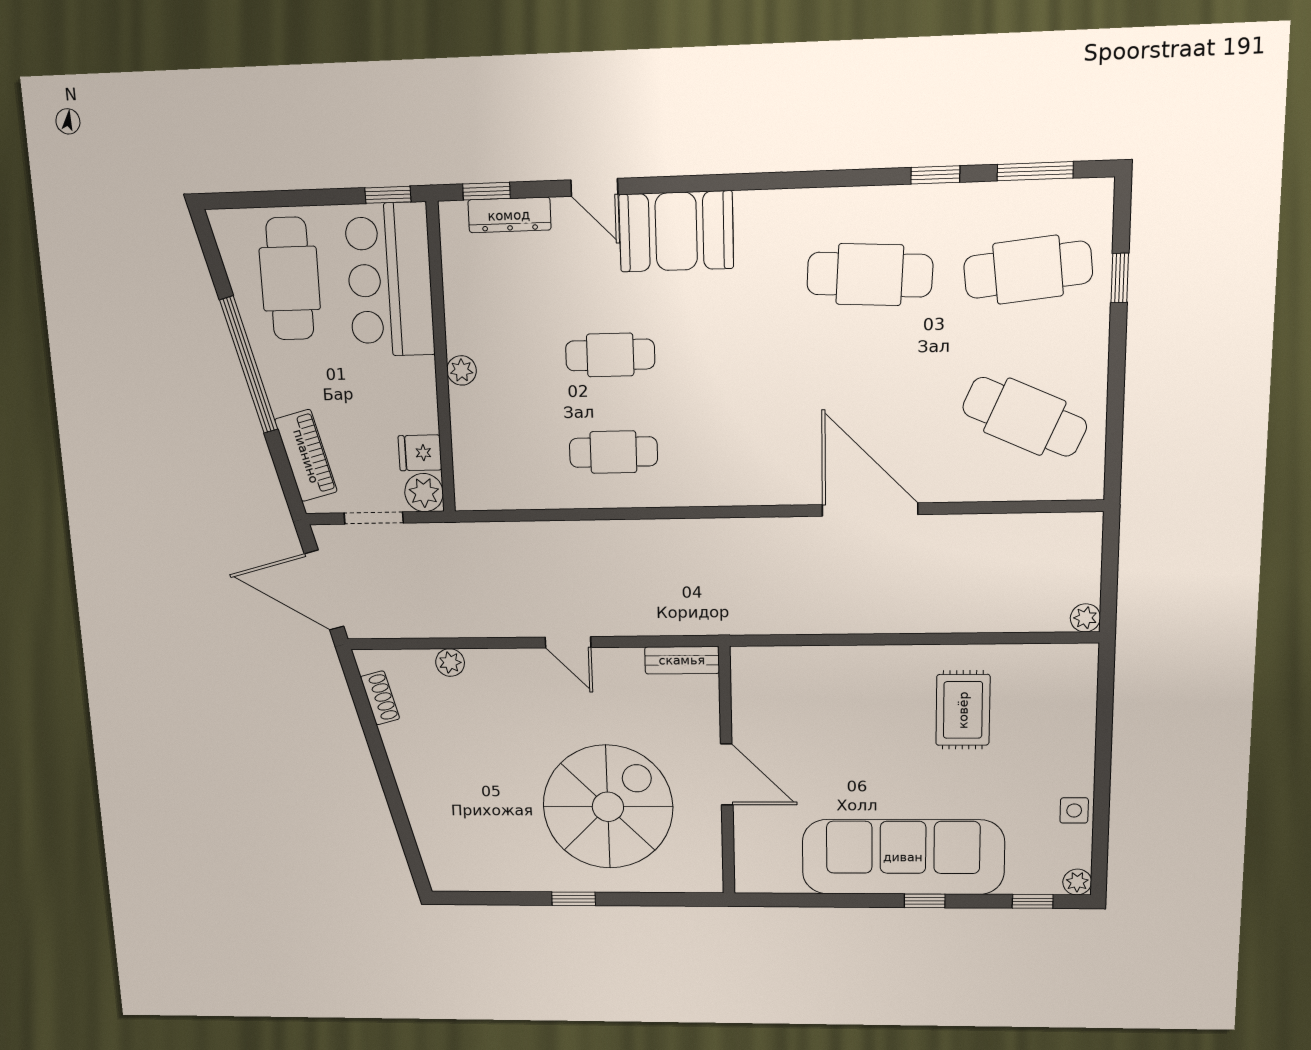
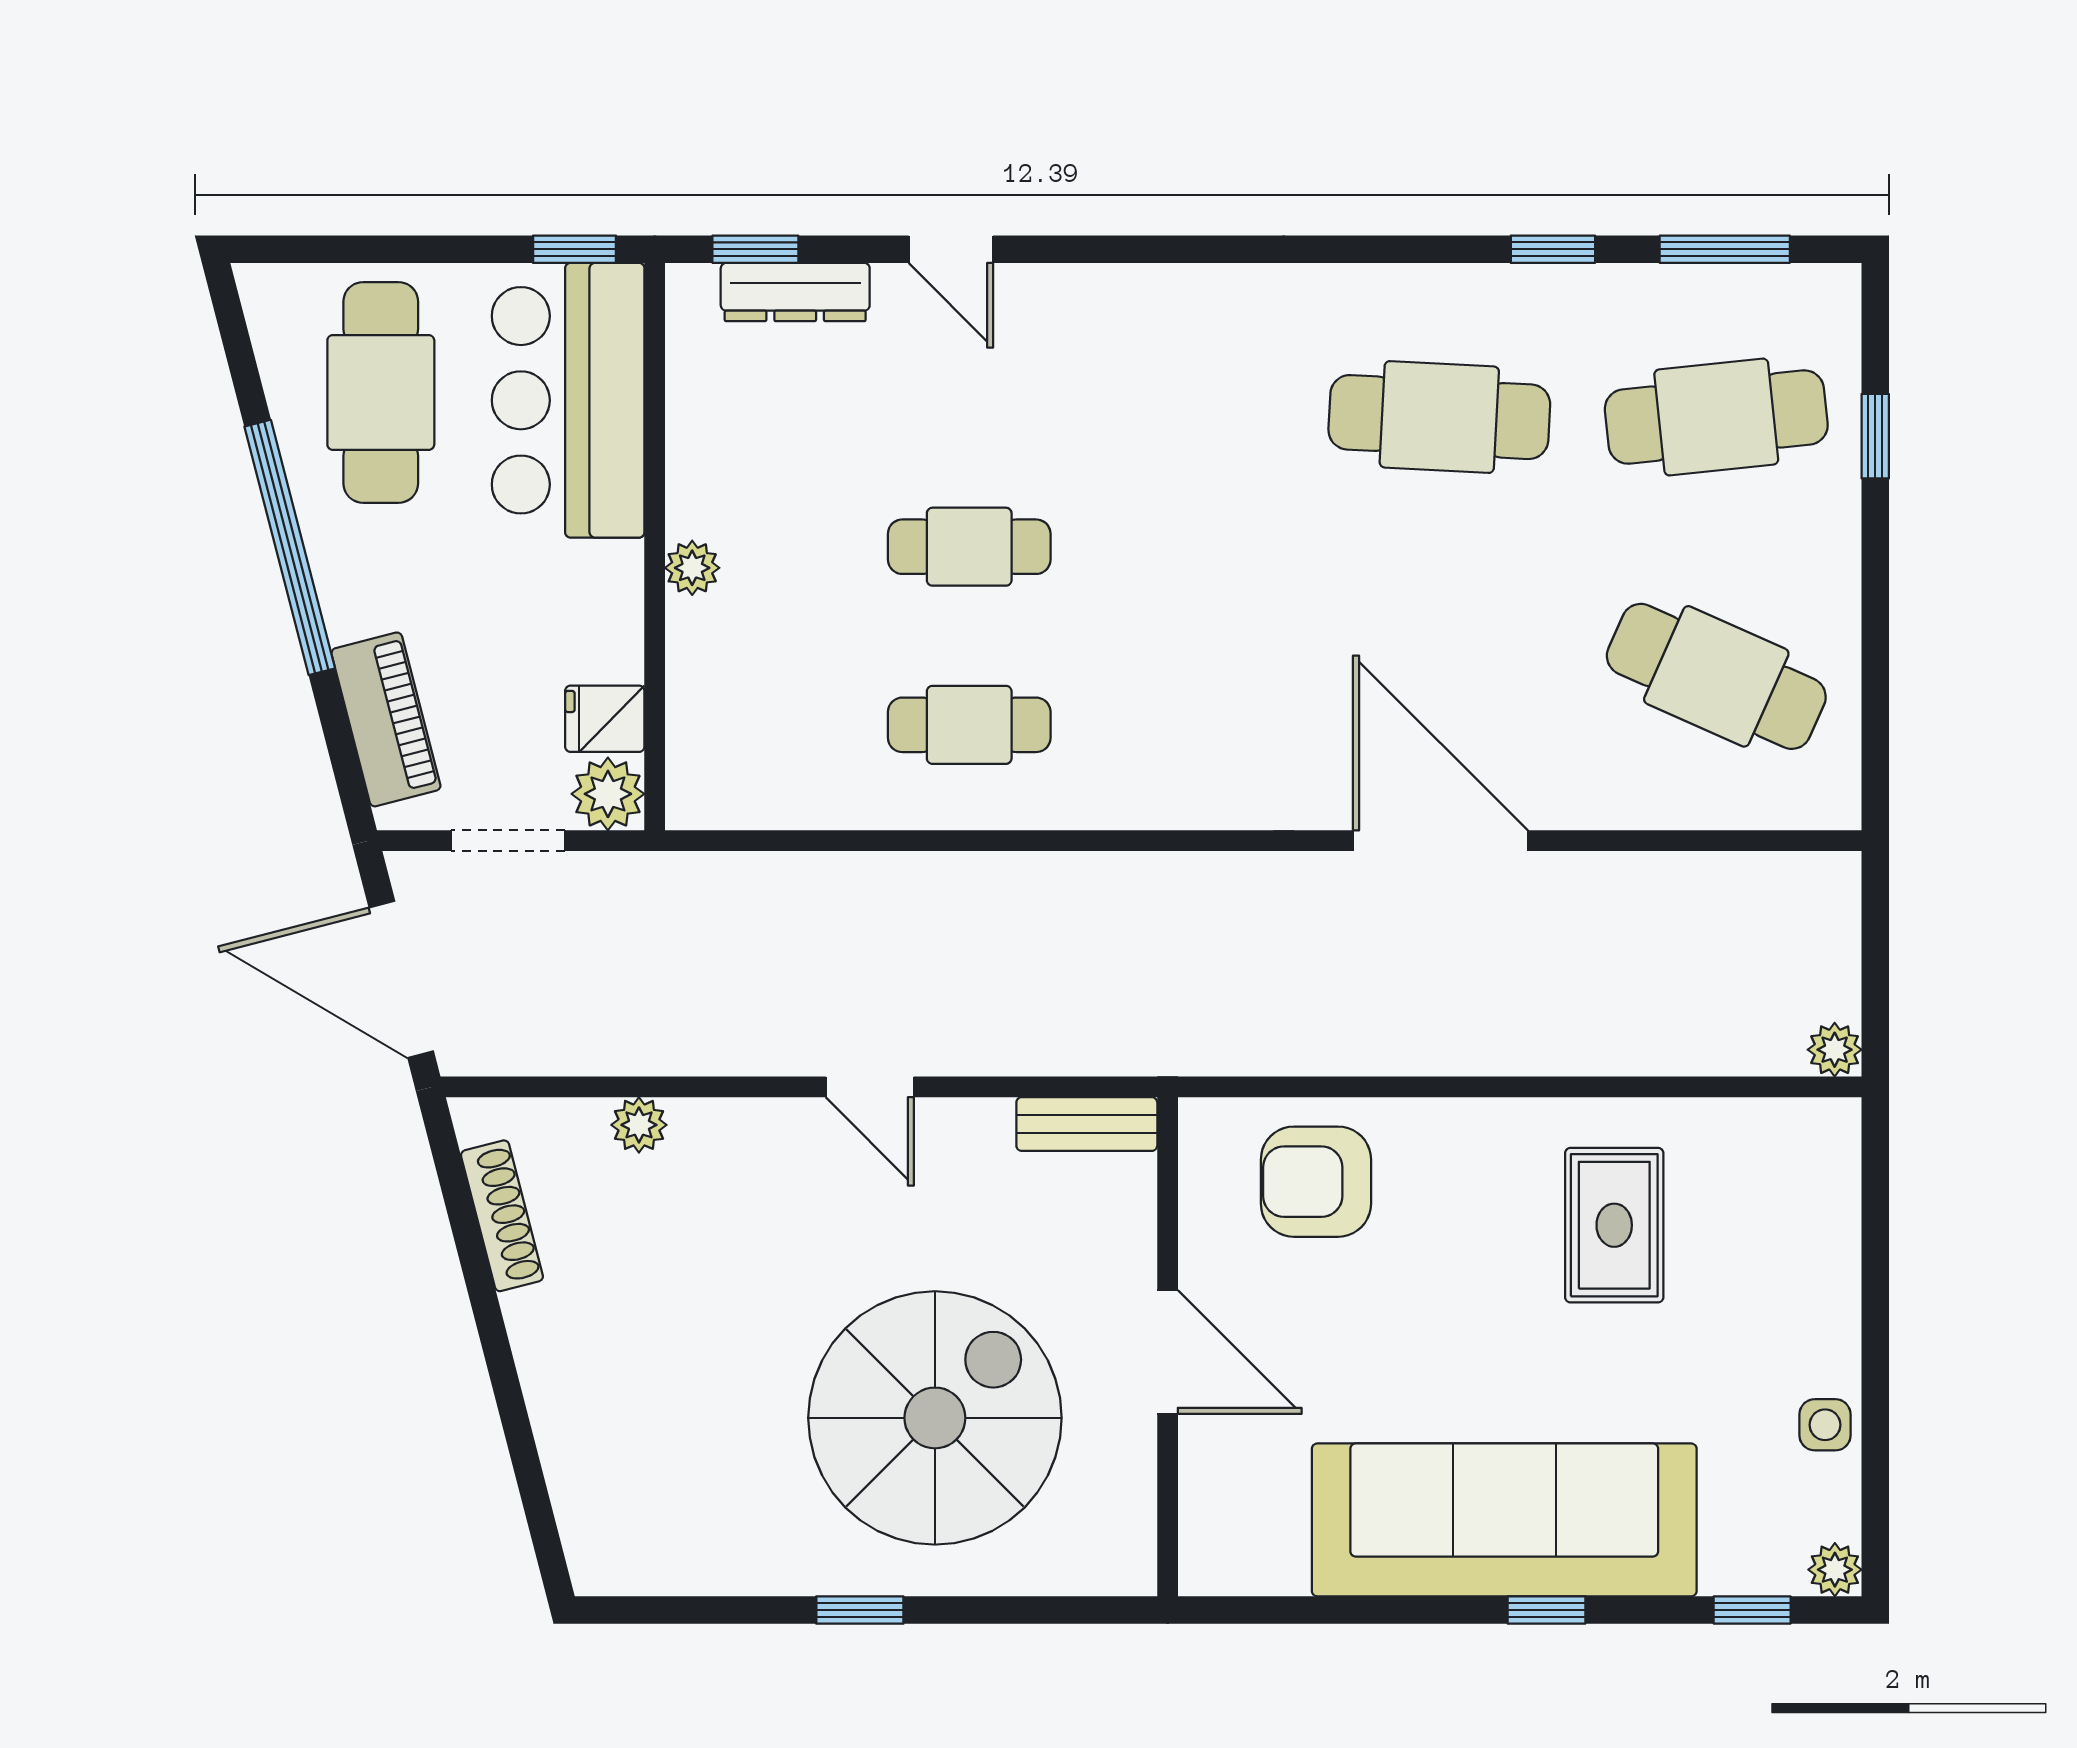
booth: (676, 231) -> (1096, 331), removed
armchair: (803, 689) -> (1316, 1182), added
shoe rack: (380, 698) -> (502, 1216), width x1.43

